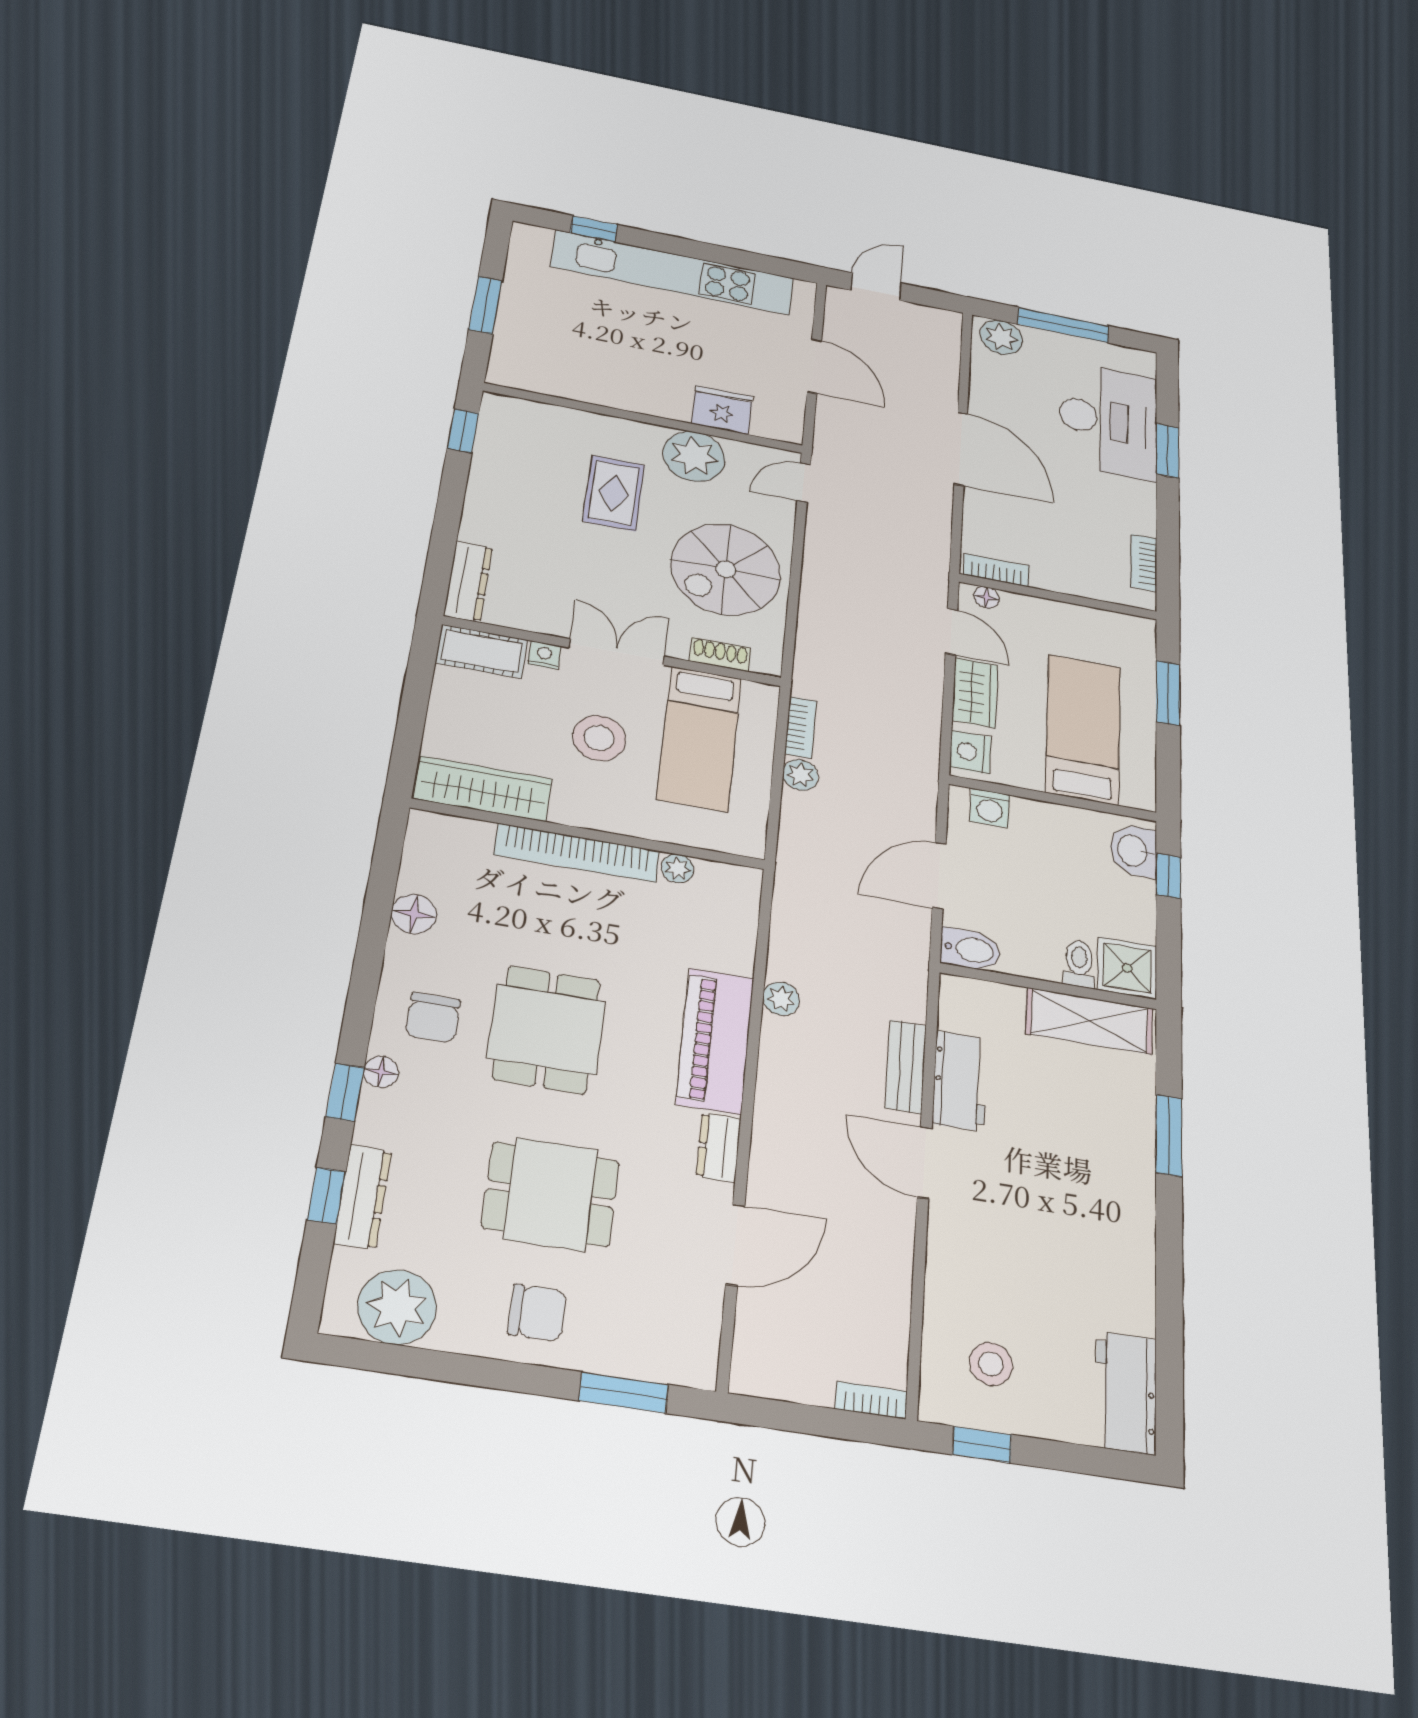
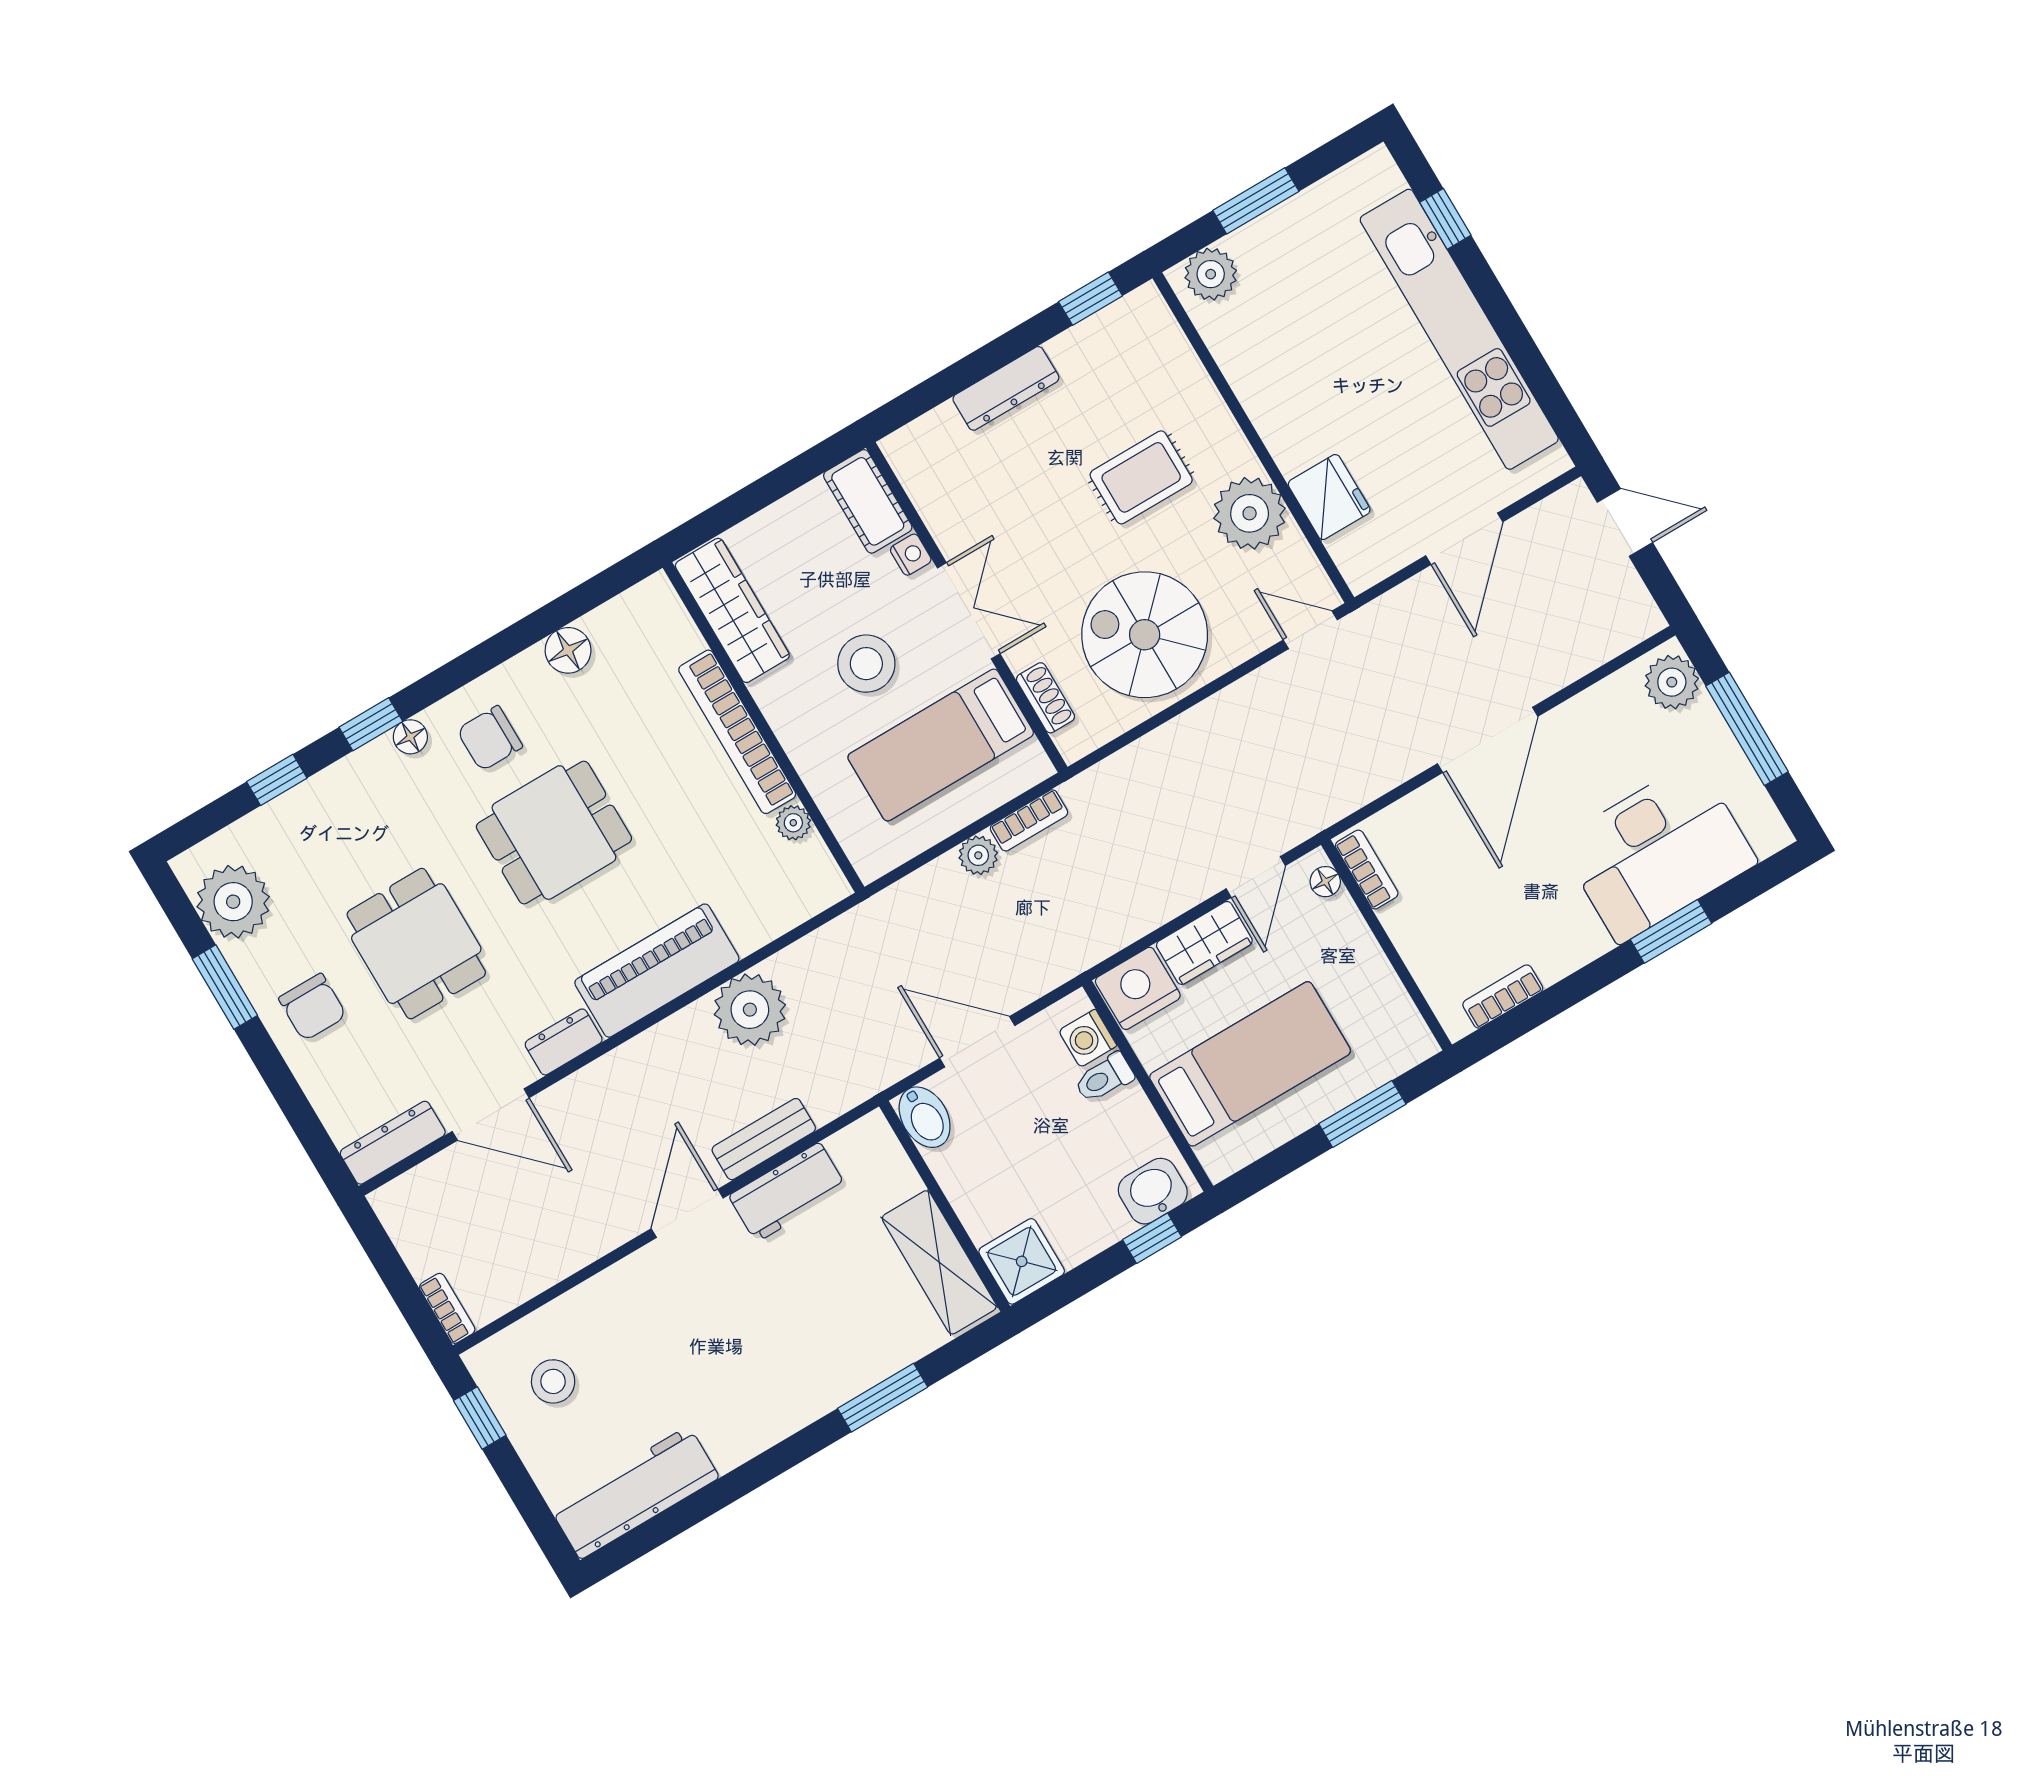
plant: (511, 361) -> (1211, 274), added
dresser: (468, 581) -> (1006, 388), moved
nightstand: (970, 752) -> (1138, 988), width x1.36, depth x1.33
toilet: (1079, 964) -> (1104, 1078), moved, turned 180
plant: (781, 999) -> (750, 1010), width x1.87, depth x1.87
dresser: (363, 1197) -> (393, 1143), moved, turned 180
window: (624, 1393) -> (225, 987), moved
workbench: (1126, 1393) -> (635, 1493), width x1.38

